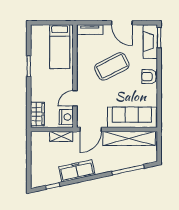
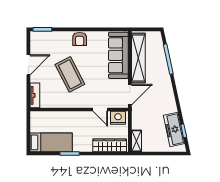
fireplace: (150, 42) -> (46, 38), removed
bed: (60, 47) -> (51, 142), moved
wardrobe: (37, 114) -> (110, 145), width x1.50
door: (91, 129) -> (130, 95), hinge flipped
shelving: (61, 136) -> (137, 141), moved
freezer: (77, 171) -> (174, 129), moved

